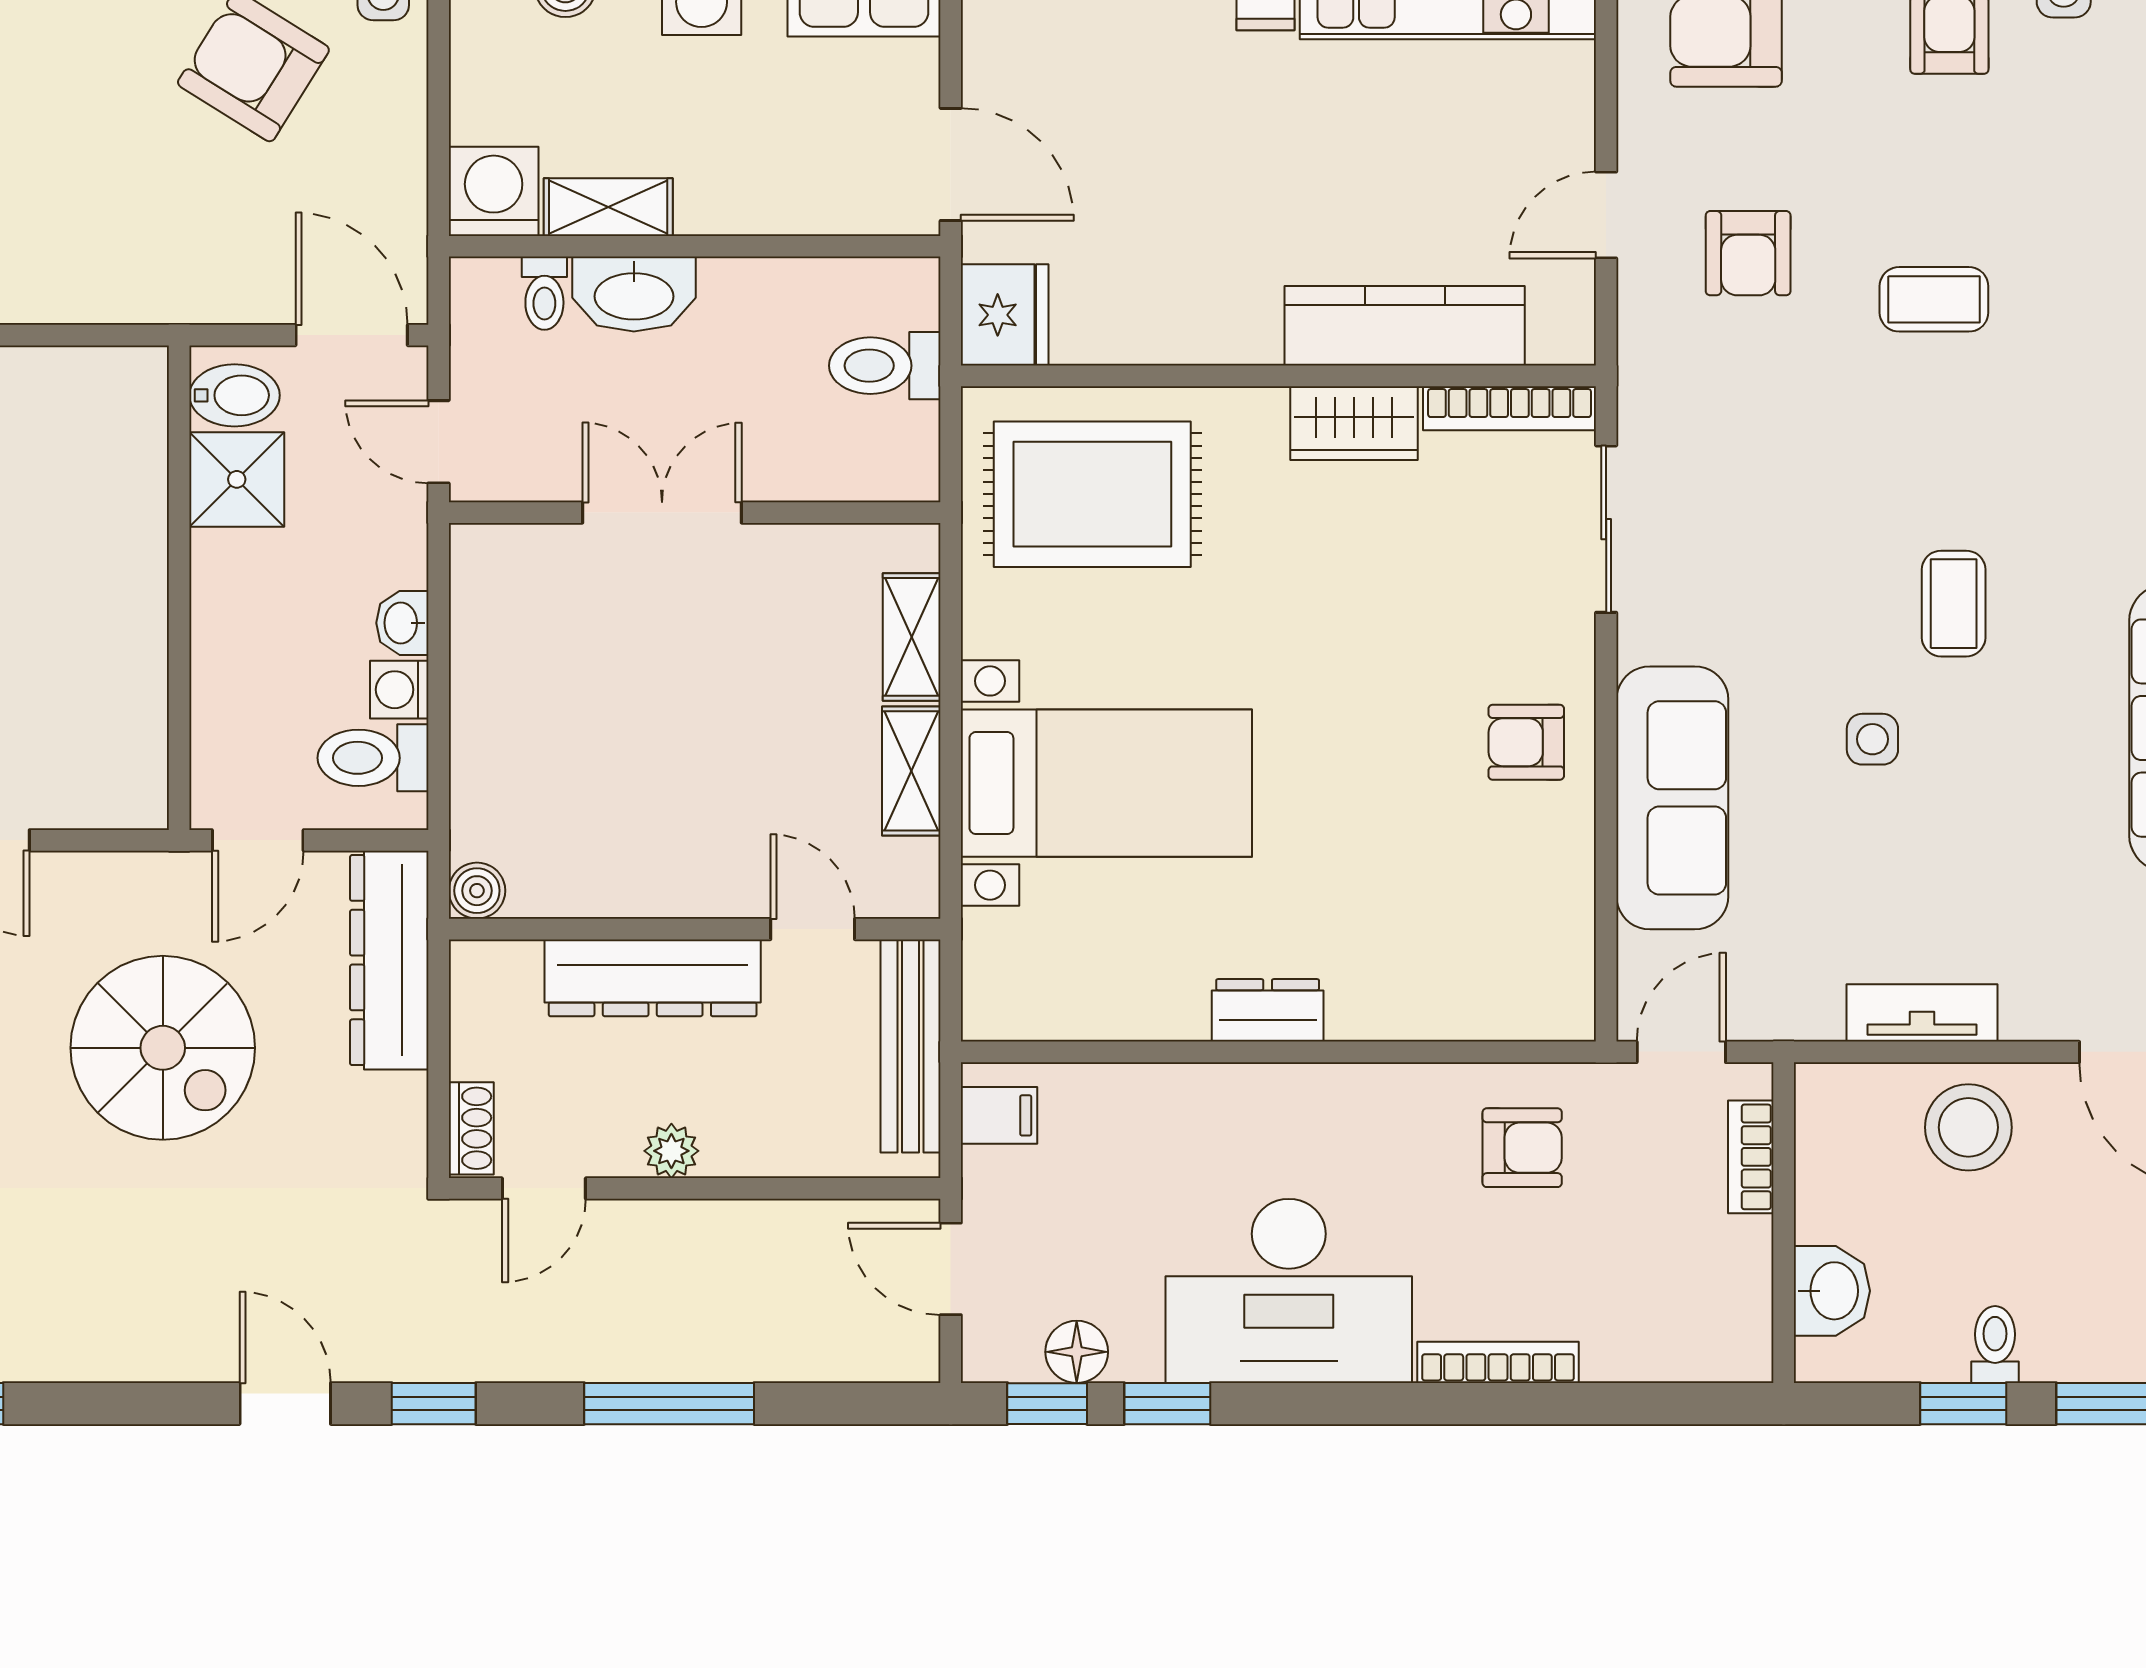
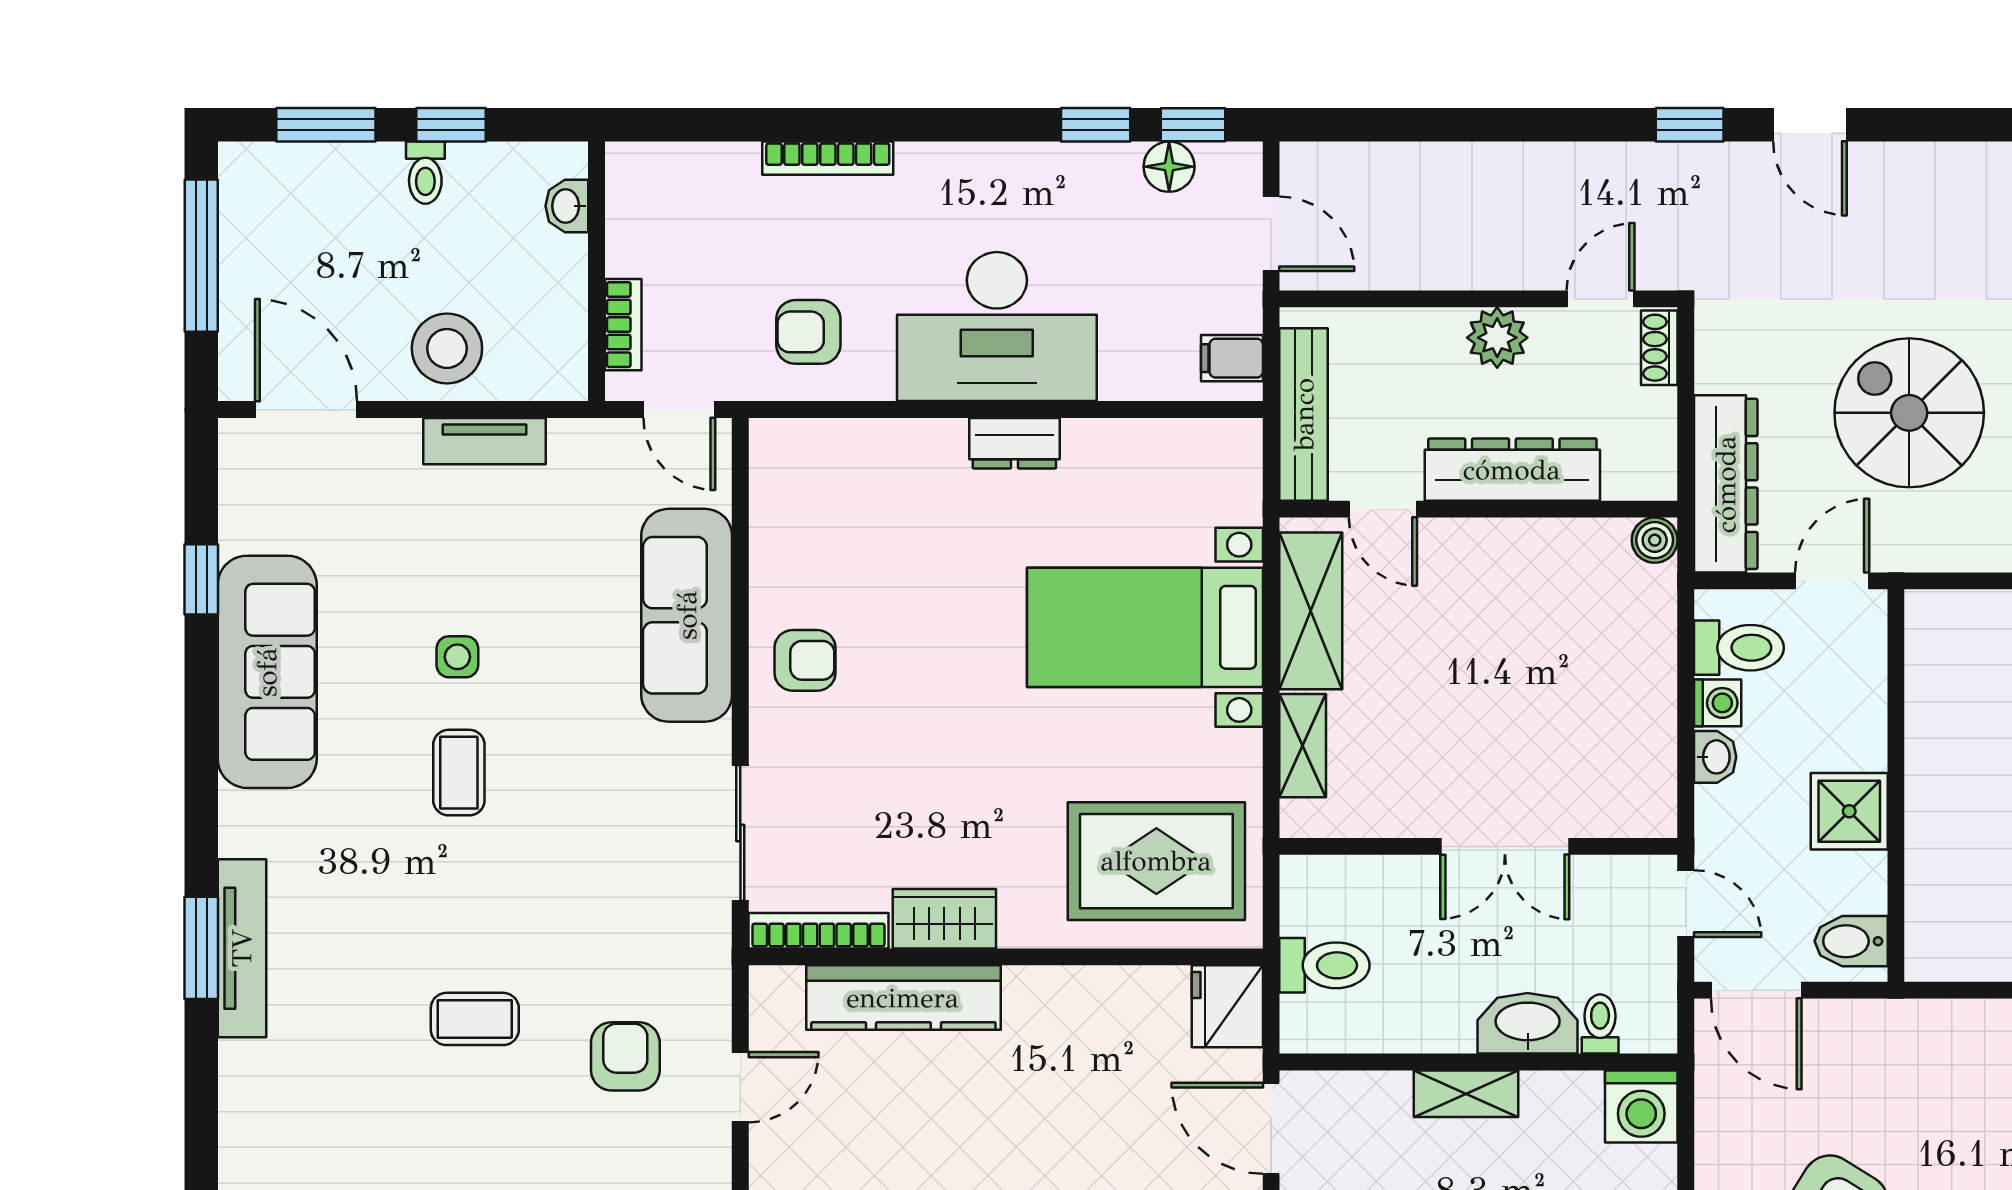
shelving: (608, 207) -> (1466, 1094), moved
shower: (237, 479) -> (1849, 811), moved
side table: (1872, 739) -> (457, 657), moved
shelving: (911, 771) -> (1311, 611), width x1.50, depth x1.33
door: (1681, 1052) -> (679, 410), hinge flipped
plant: (671, 1151) -> (1497, 338), width x1.38, depth x1.38
desk: (1289, 1291) -> (997, 327), moved, turned 180
washbasin: (1832, 1291) -> (567, 206), width x0.72, depth x0.69
window: (669, 1404) -> (1499, 125), removed

